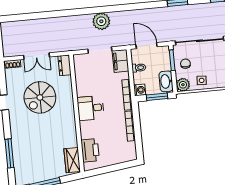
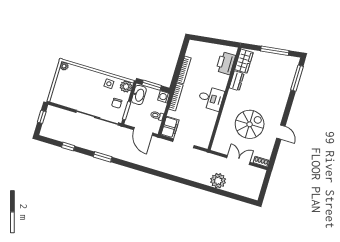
plant: (101, 21) -> (218, 181), moved
dresser: (65, 65) -> (237, 81), moved
window: (9, 153) -> (297, 78), moved

